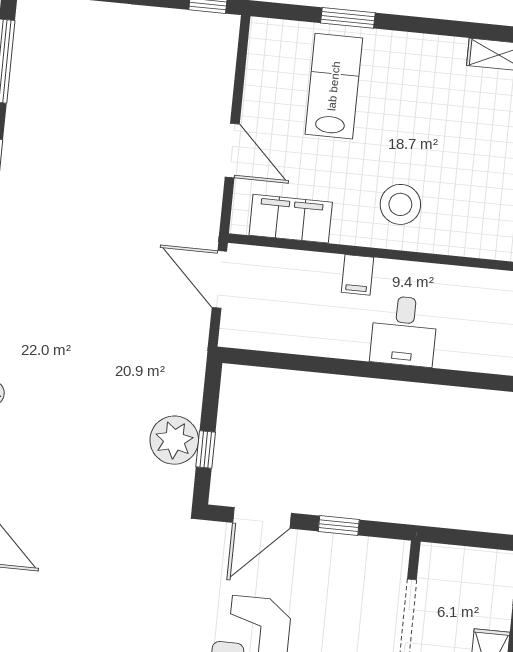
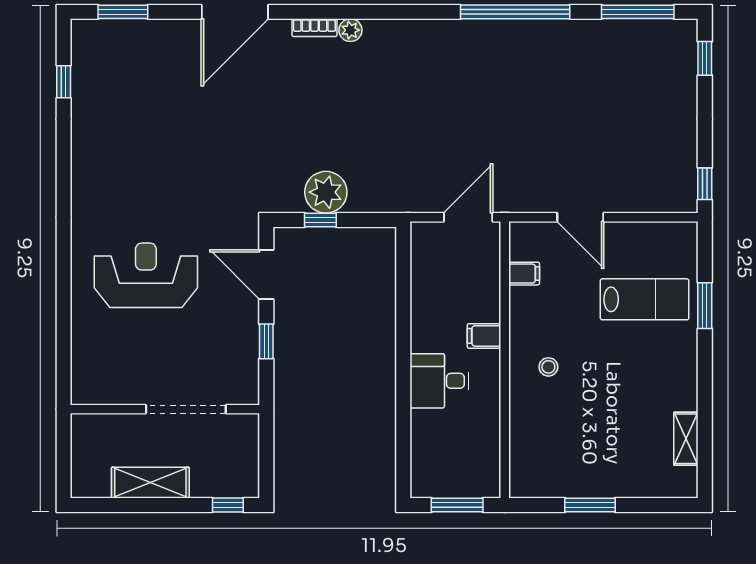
door: (232, 151) -> (580, 217), hinge flipped
stool: (400, 204) -> (548, 367), width x0.53, depth x0.53
filing cabinet: (291, 219) -> (524, 274), width x0.33, depth x0.86

